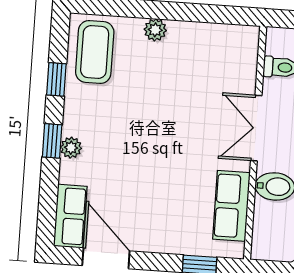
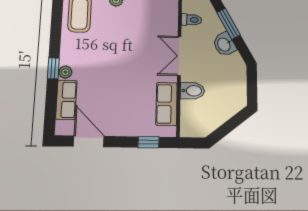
window: (56, 79) -> (56, 31), removed
row of seats: (70, 216) -> (66, 100), moved

